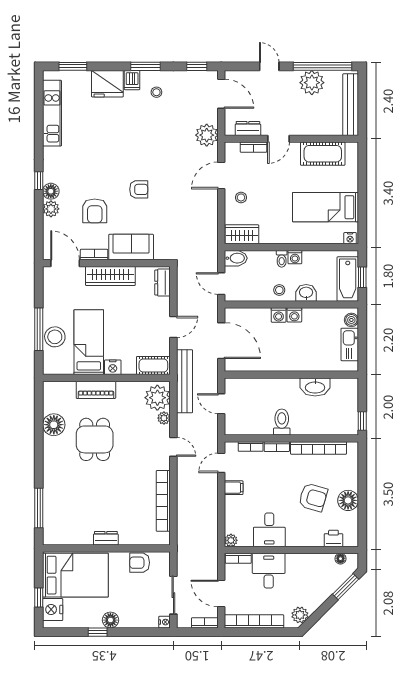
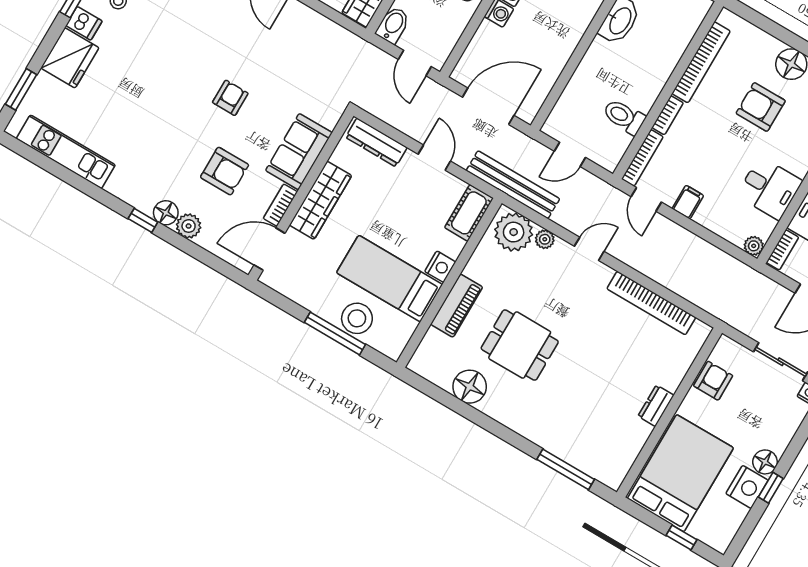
dresser: (163, 283) -> (376, 142), width x1.44
door: (221, 284) -> (415, 63), hinge flipped
toilet: (282, 422) -> (624, 117), moved
bookcase: (251, 447) -> (642, 158), width x1.56
armchair: (313, 497) -> (761, 107), turned -106
armchair: (140, 563) -> (713, 381), turned 180
nightstand: (53, 610) -> (747, 487), moved, turned -90

